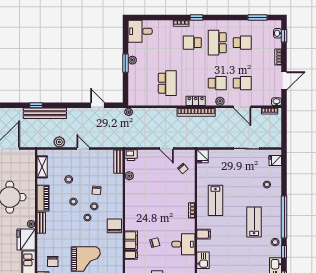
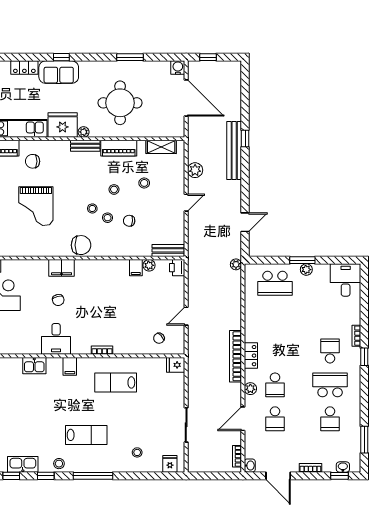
school desk: (167, 83) -> (275, 283), moved
window: (284, 217) -> (93, 476), width x0.68
filing cabinet: (131, 255) -> (136, 268), moved

